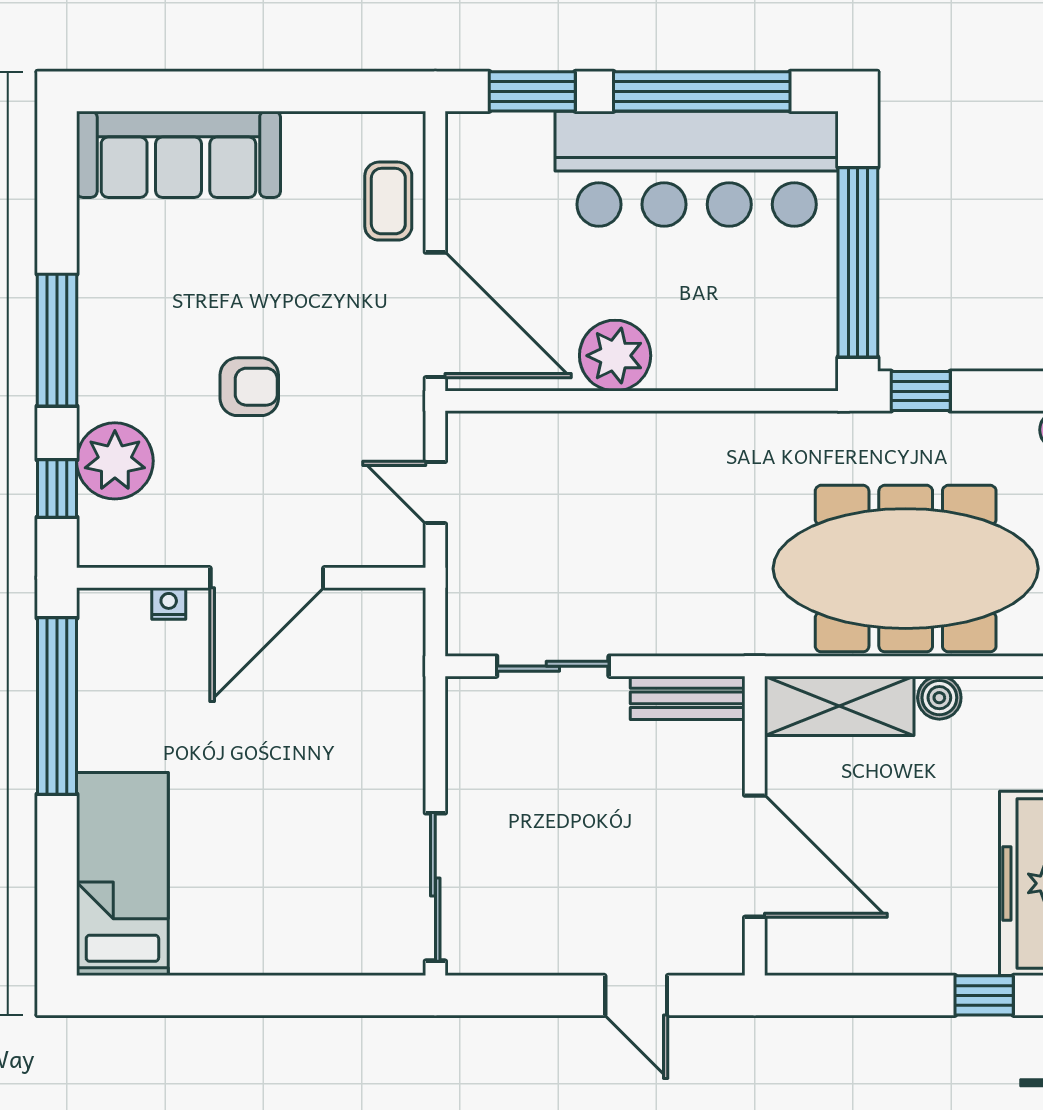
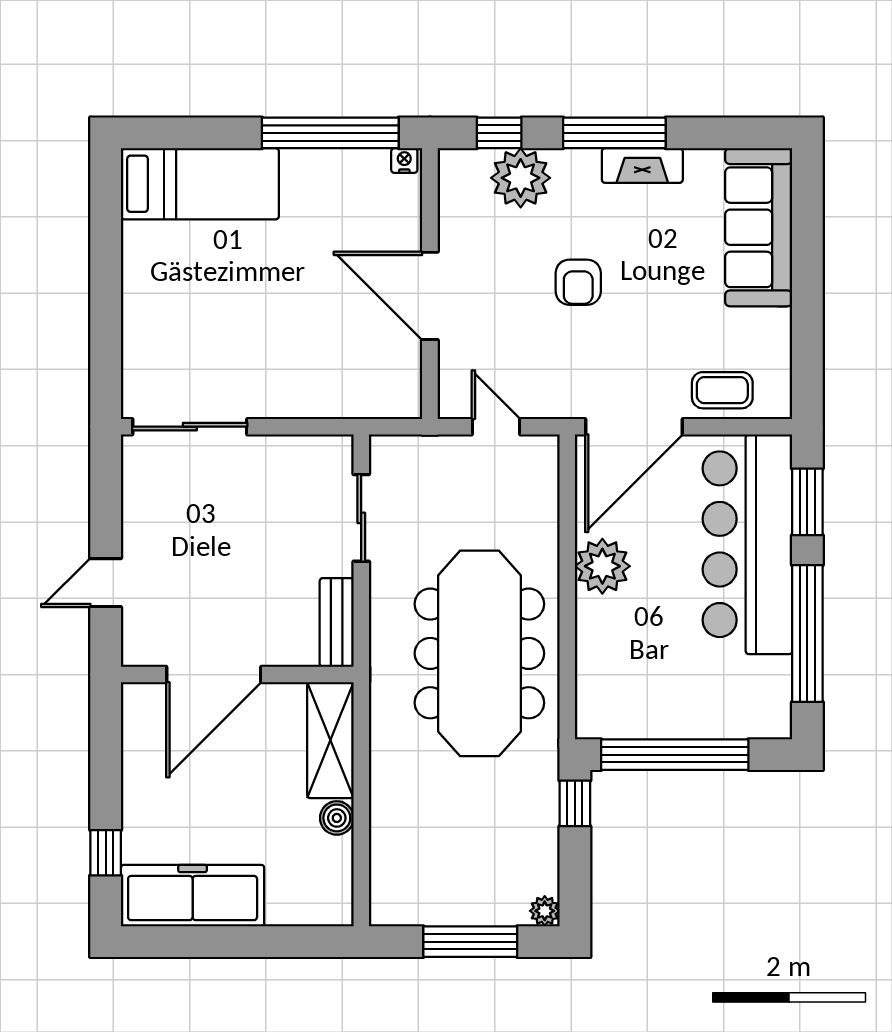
bar counter: (697, 169) -> (747, 544), moved
fireplace: (99, 304) -> (642, 166), added
door: (435, 493) -> (496, 427), hinge flipped
meeting table: (906, 569) -> (479, 653), moved
nightstand: (169, 603) -> (404, 161), moved, turned -90

